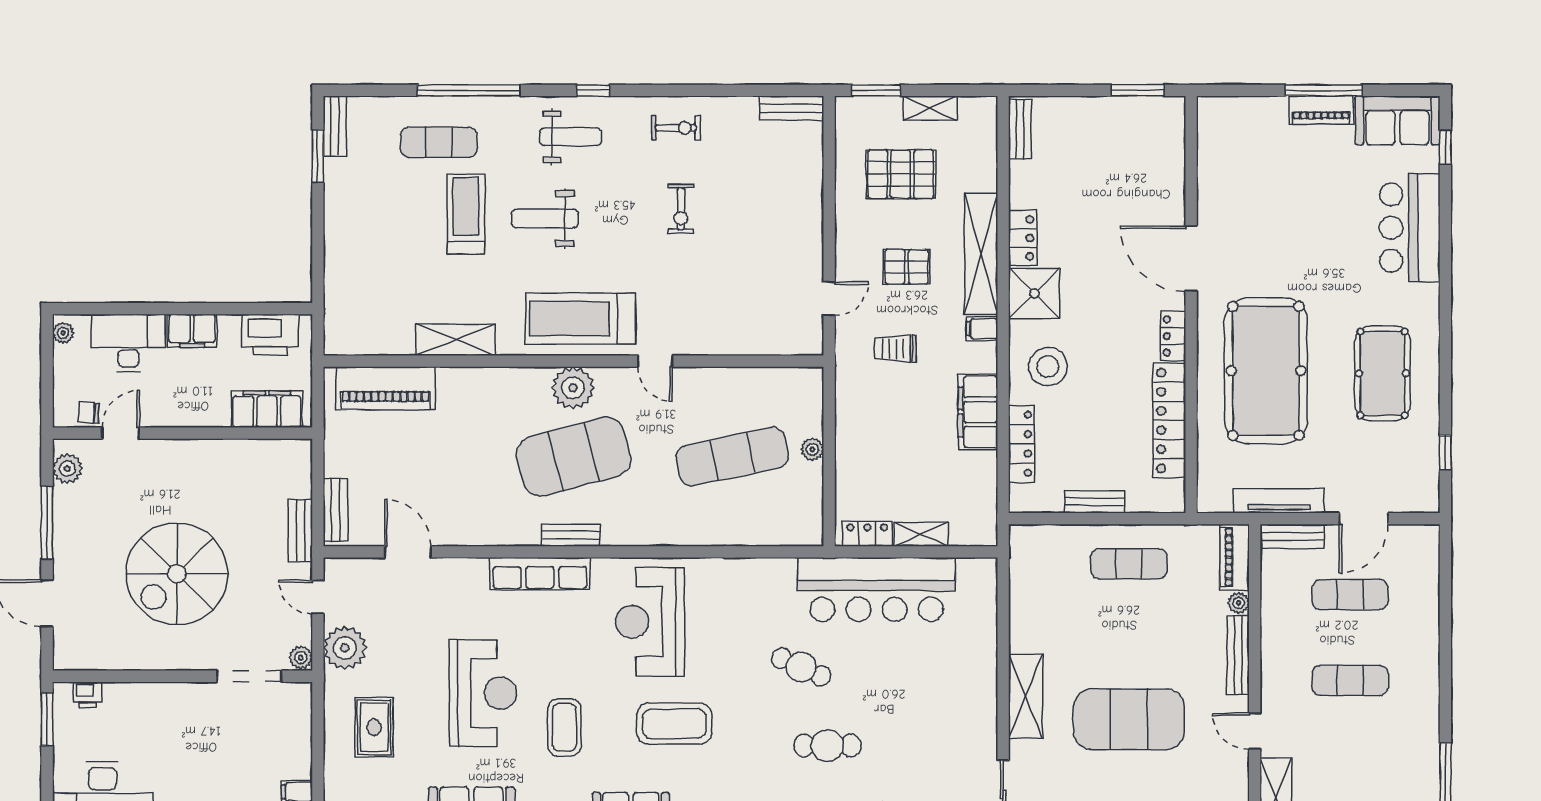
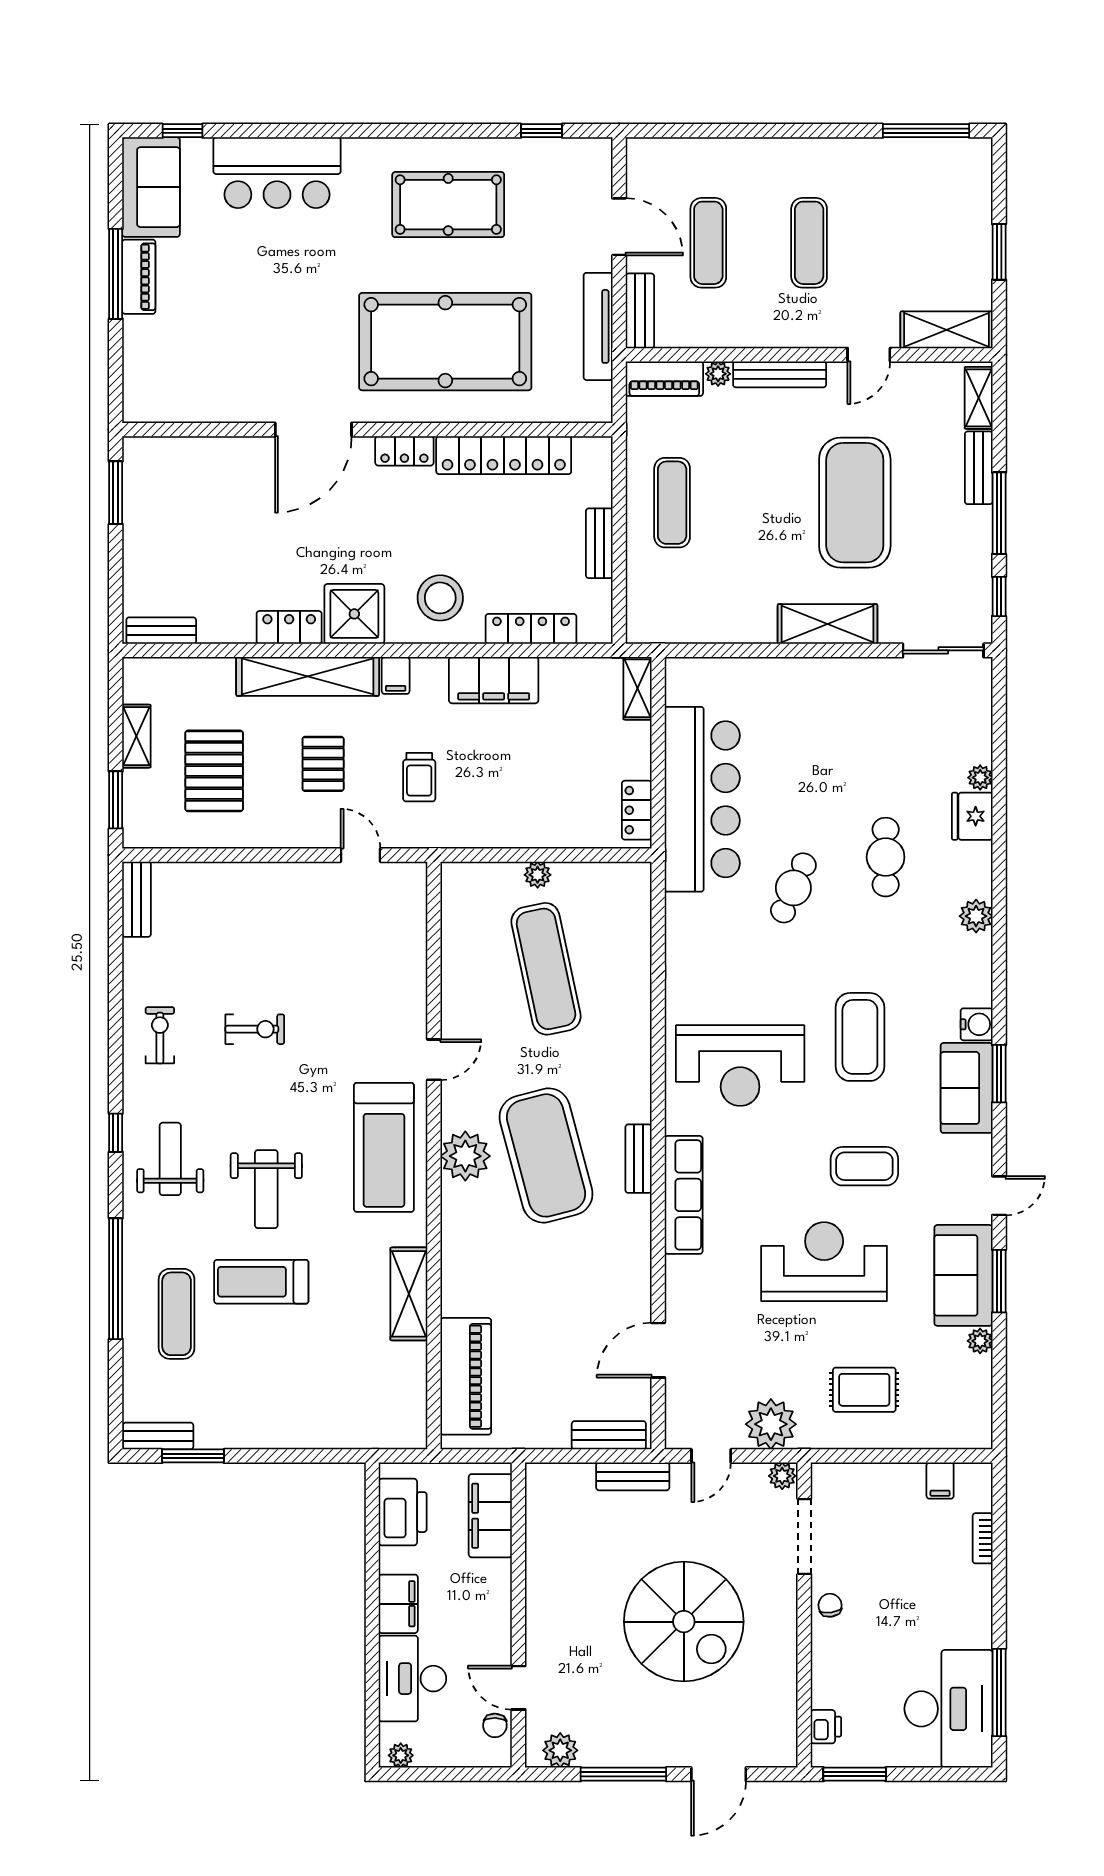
shelving: (921, 534) -> (637, 688), moved
chair: (191, 698) -> (830, 1605), added

